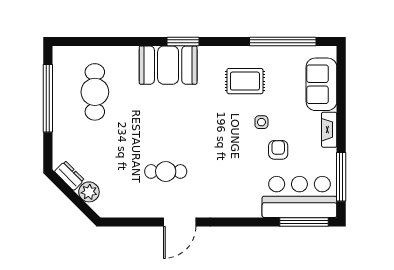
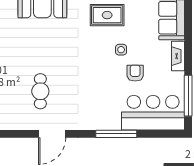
cafe table: (166, 171) -> (40, 91), turned 90
window: (304, 222) -> (116, 134), moved

